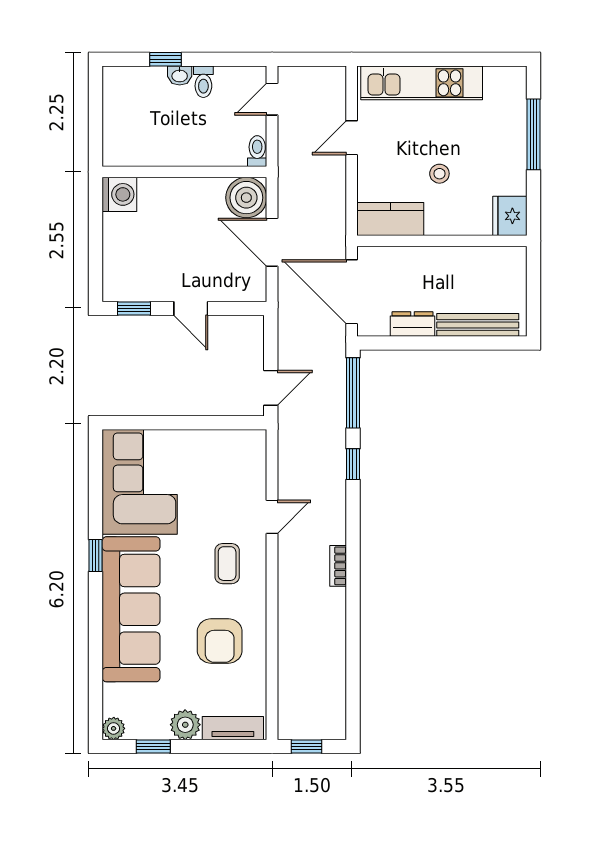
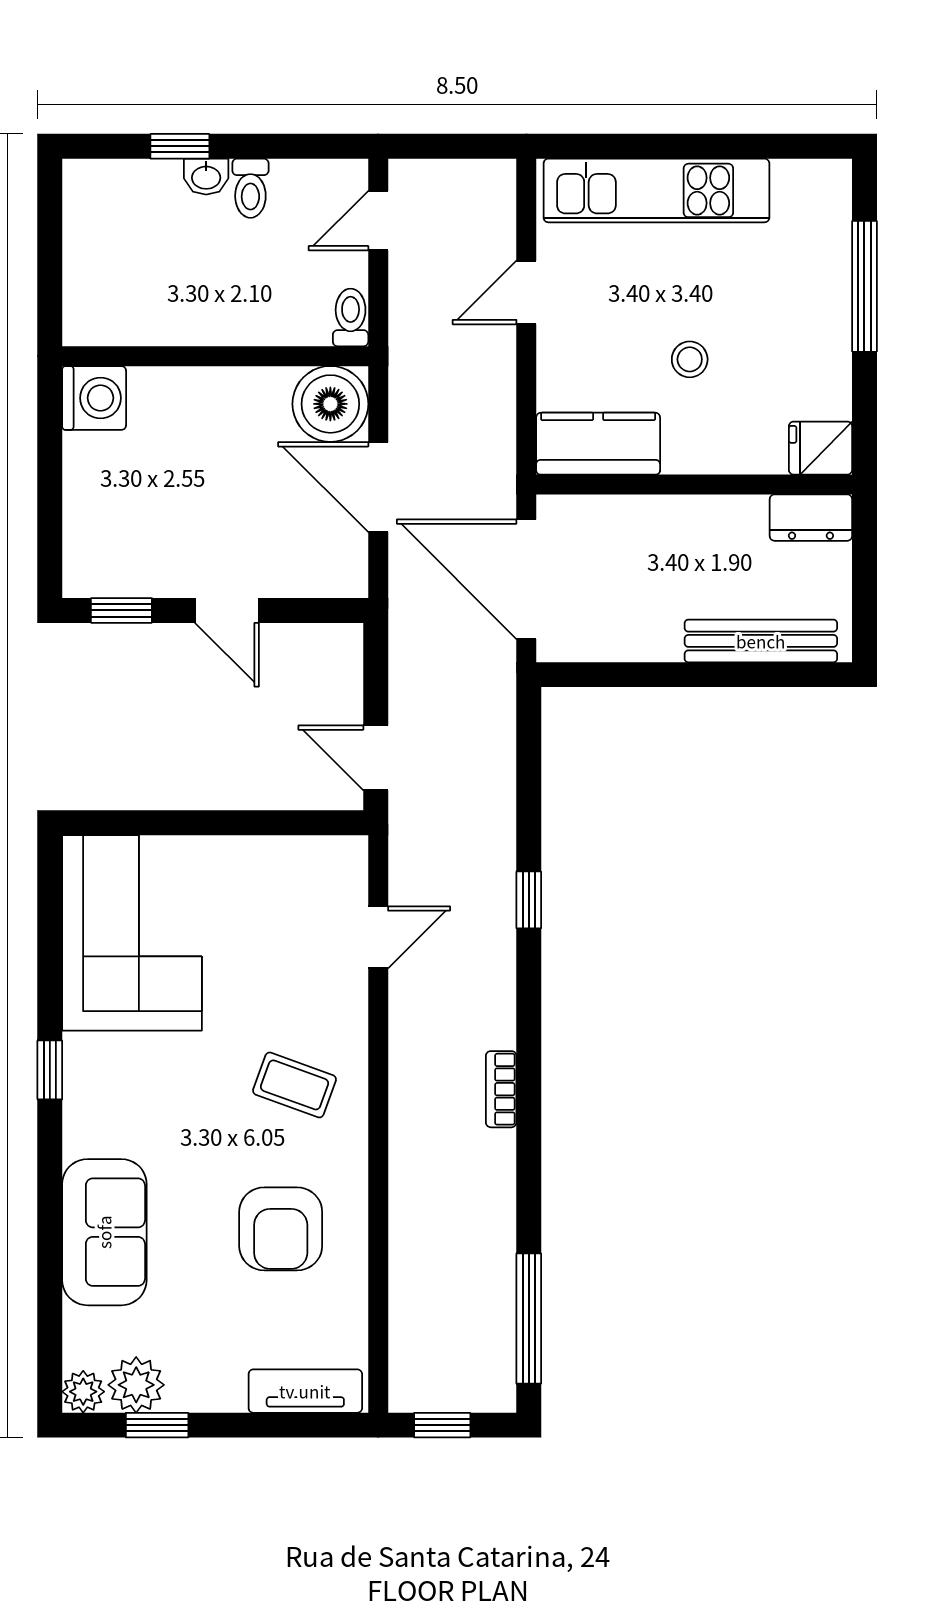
fridge: (510, 216) -> (820, 448), width x0.72
dresser: (412, 324) -> (811, 518), moved, turned 180
door: (271, 388) -> (376, 758), swing flipped
window: (353, 393) -> (529, 1319), moved
door: (272, 517) -> (378, 937), moved
coffee table: (227, 564) -> (295, 1085), turned -70
sofa: (131, 609) -> (104, 1232), width x0.54, depth x0.79
plant: (185, 725) -> (136, 1385), moved

